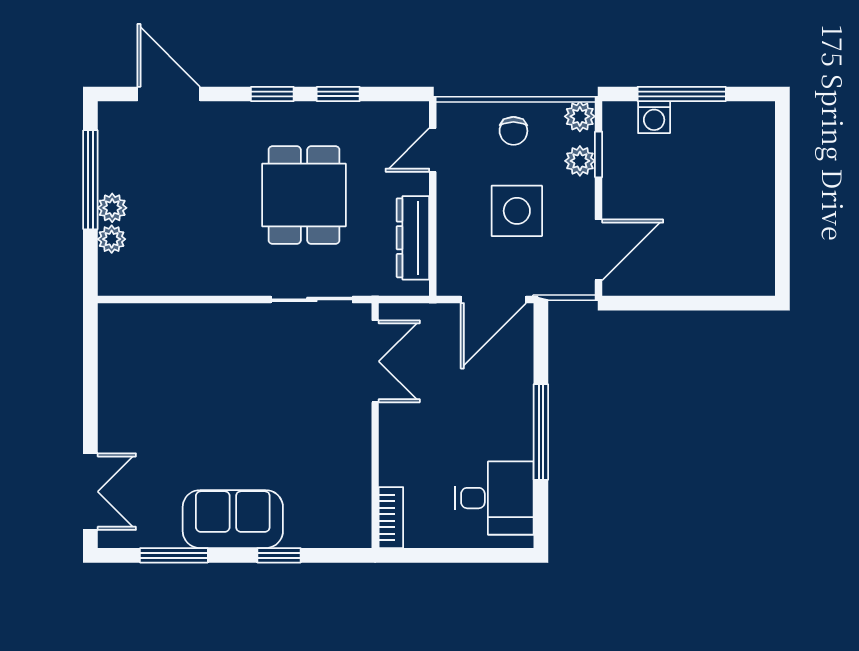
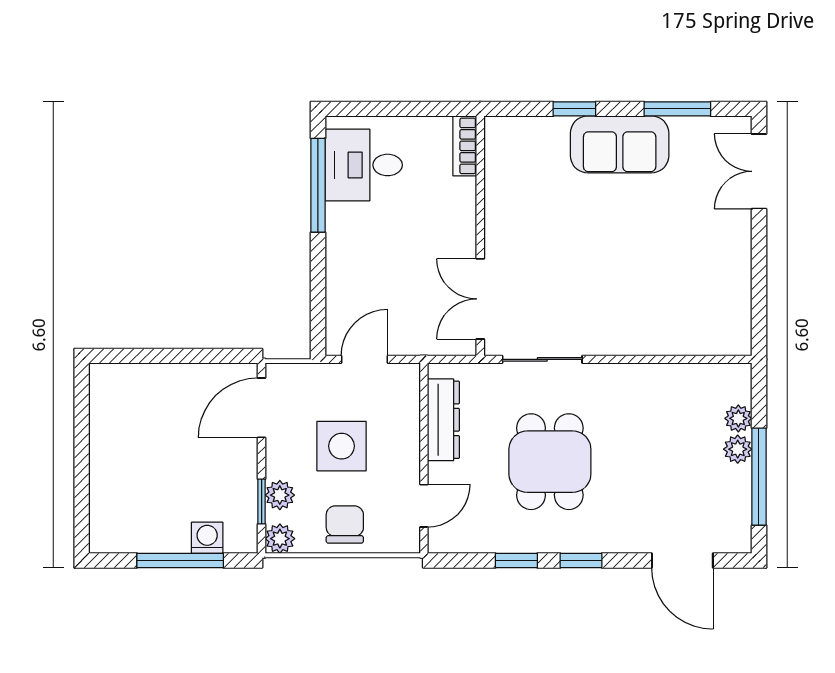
chair: (513, 131) -> (345, 524), width x1.37, depth x1.37
door: (493, 299) -> (364, 359), width x0.73
window: (541, 432) -> (318, 185), moved

